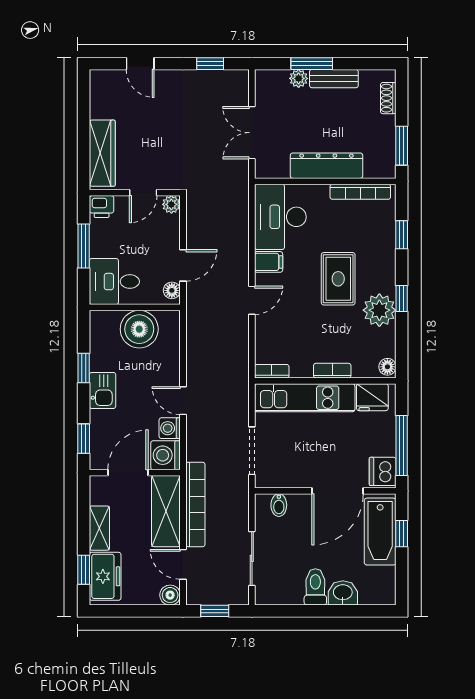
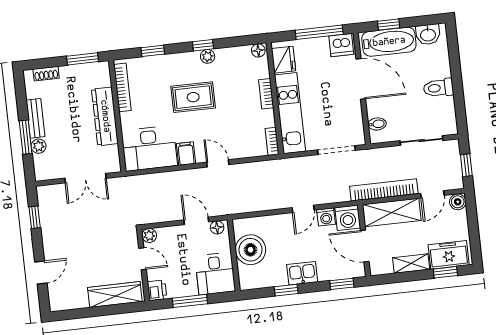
plant: (379, 310) -> (208, 56), width x0.53, depth x0.53
washbasin: (343, 593) -> (428, 34), moved, turned -90

